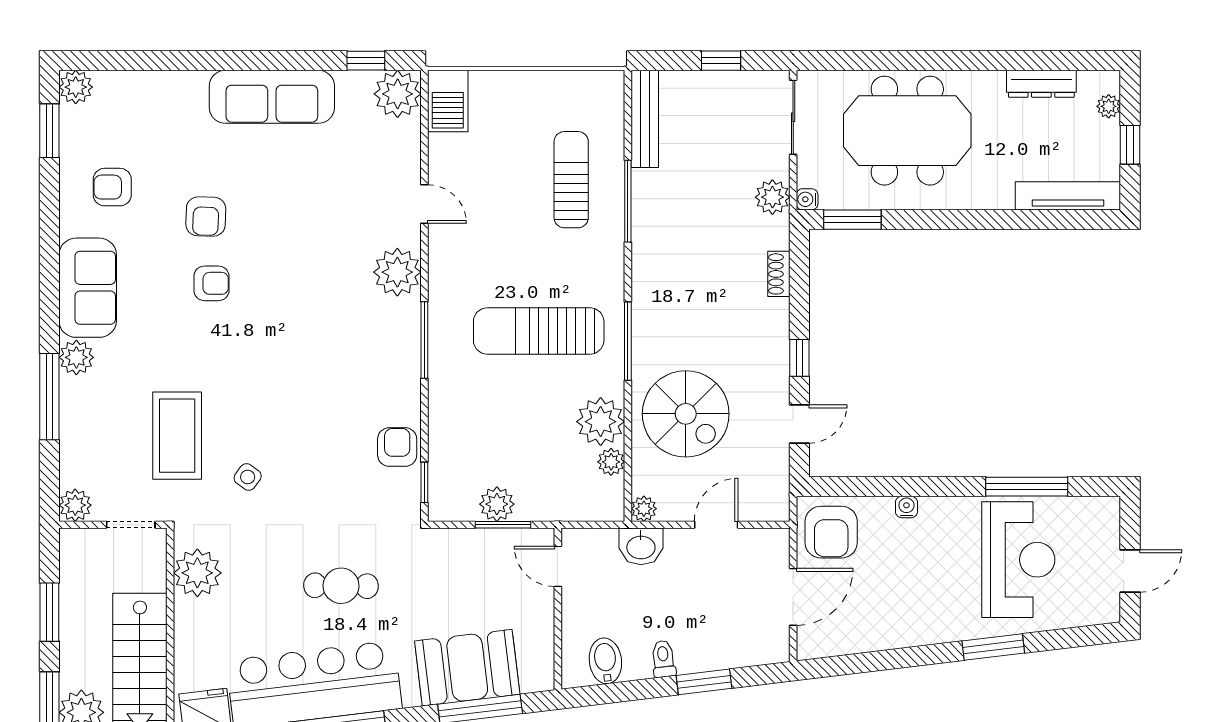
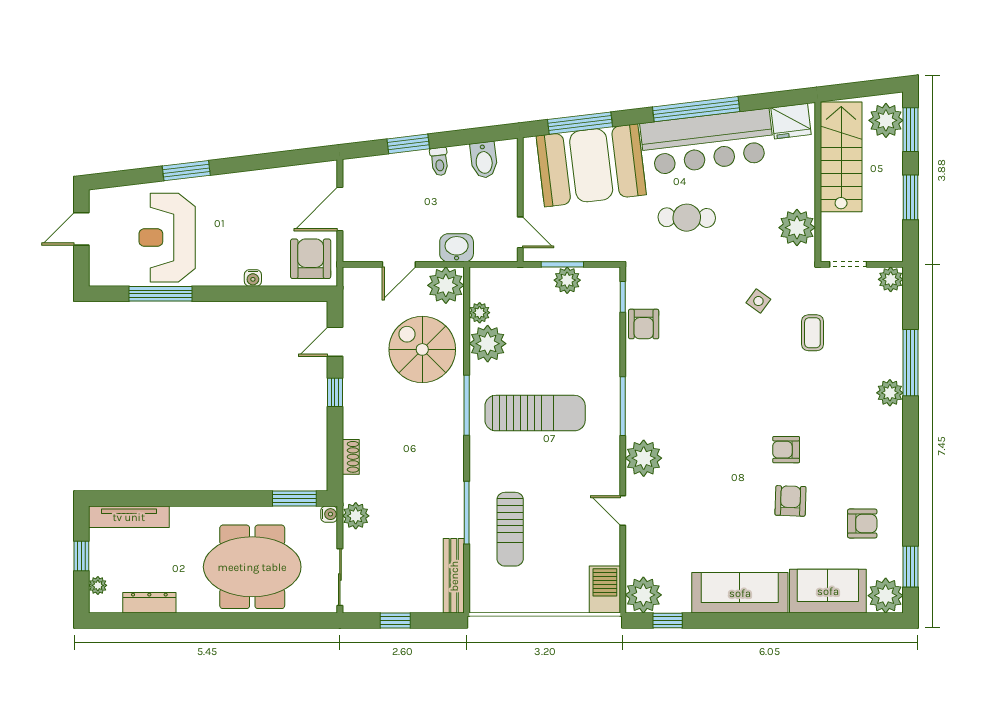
plant: (76, 87) -> (886, 596), width x1.36, depth x1.36
sofa: (88, 288) -> (828, 591), moved, turned 90
coffee table: (177, 436) -> (812, 333), width x0.54, depth x0.58
plant: (644, 509) -> (446, 285), width x1.88, depth x1.88
booth: (467, 668) -> (591, 165), width x1.36, depth x1.42

